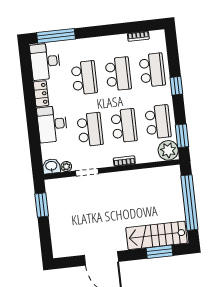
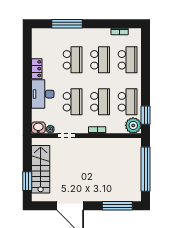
window: (56, 36) -> (67, 24), moved
desk: (45, 62) -> (43, 43), removed
window: (176, 86) -> (146, 75), removed
window: (42, 205) -> (27, 181), moved
stairs: (157, 235) -> (41, 169), moved, turned 90
window: (160, 252) -> (117, 206), width x1.44

